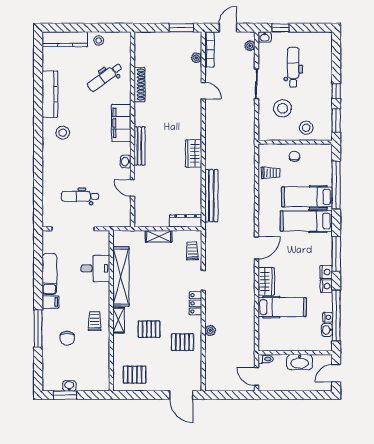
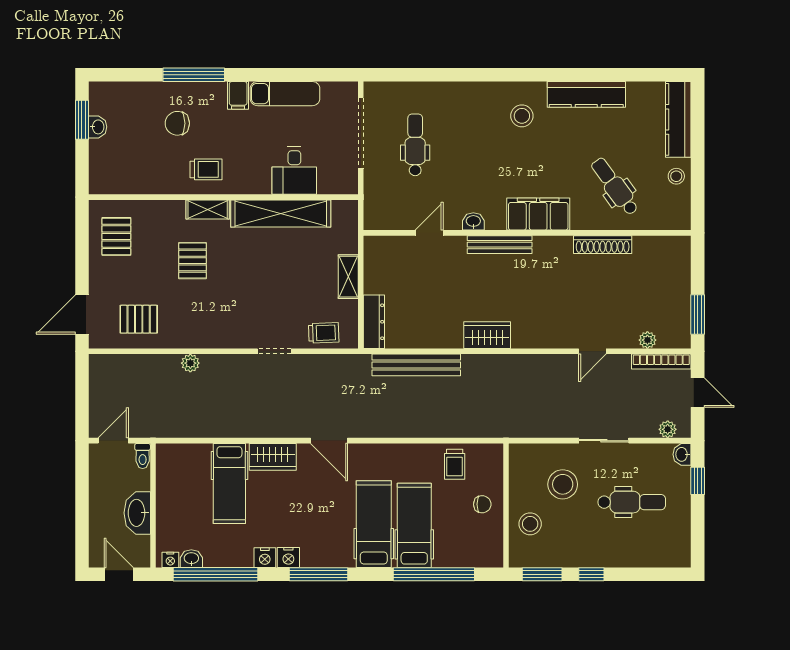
locker: (195, 303) -> (236, 338), removed
nightstand: (328, 317) -> (170, 560), moved
pallet: (183, 342) -> (139, 319), moved, turned 90

